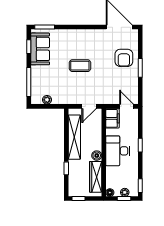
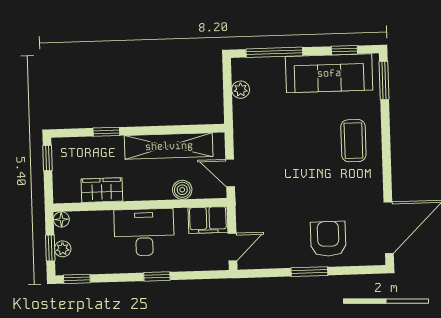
sofa: (40, 49) -> (329, 73), width x1.36
armchair: (124, 58) -> (328, 239), turned 90
coffee table: (80, 66) -> (353, 141), moved
boiler: (97, 156) -> (182, 190), moved
wardrobe: (96, 177) -> (102, 190), width x0.67

